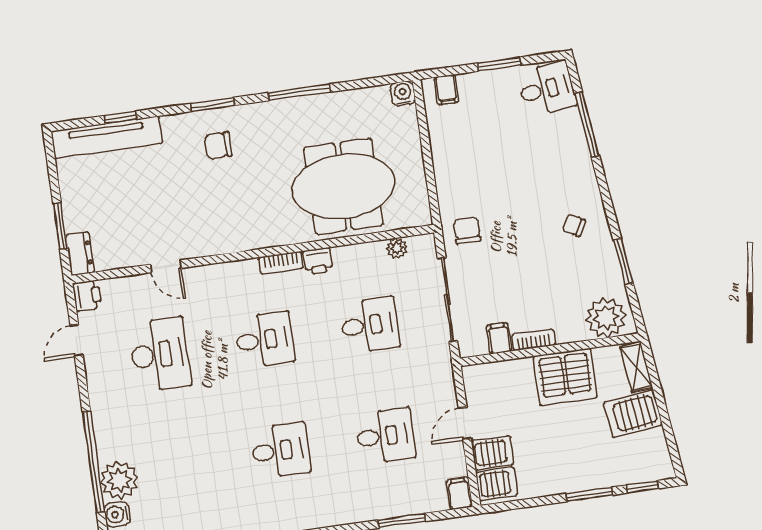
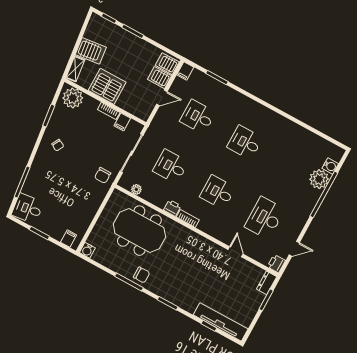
chair: (218, 145) -> (142, 275), moved

